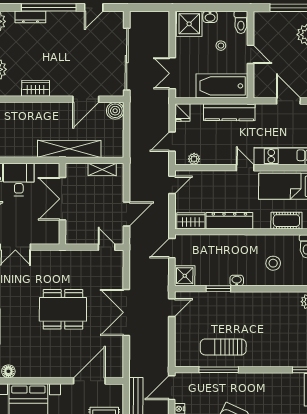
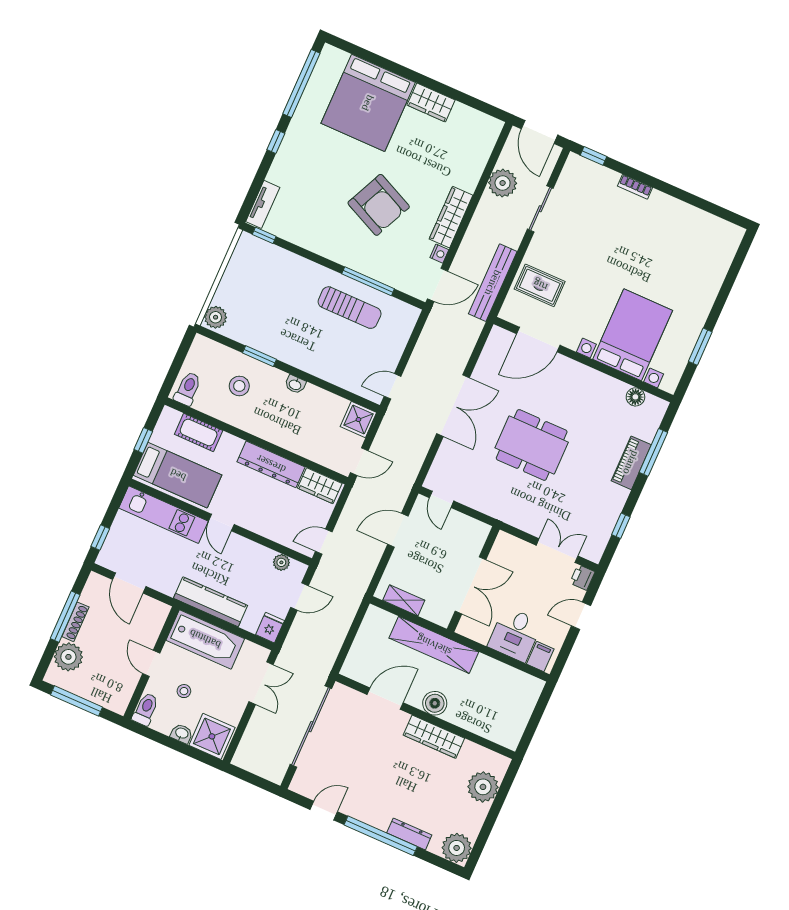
wardrobe: (36, 88) -> (434, 737), width x1.50
boiler: (115, 111) -> (435, 703), moved
window: (218, 289) -> (259, 356), moved

